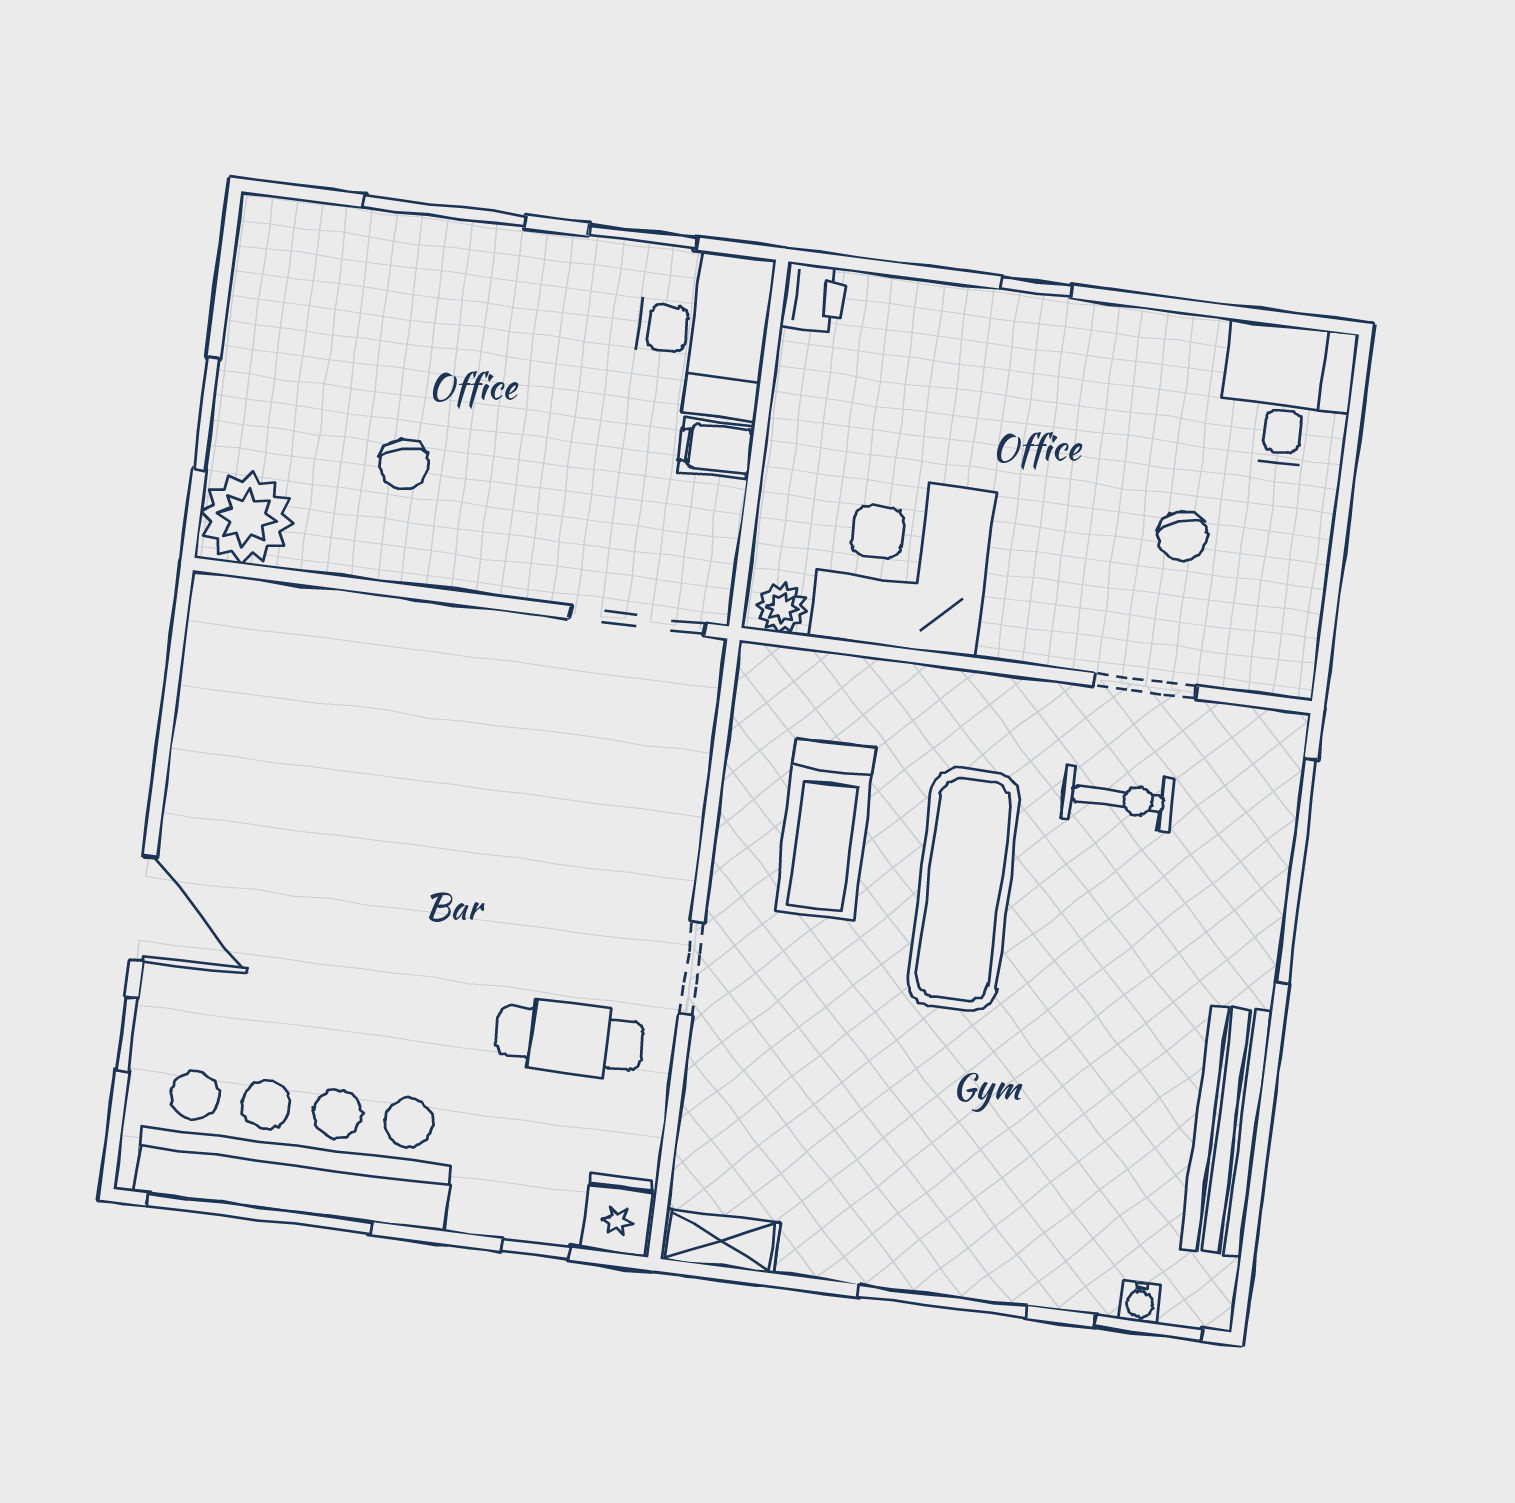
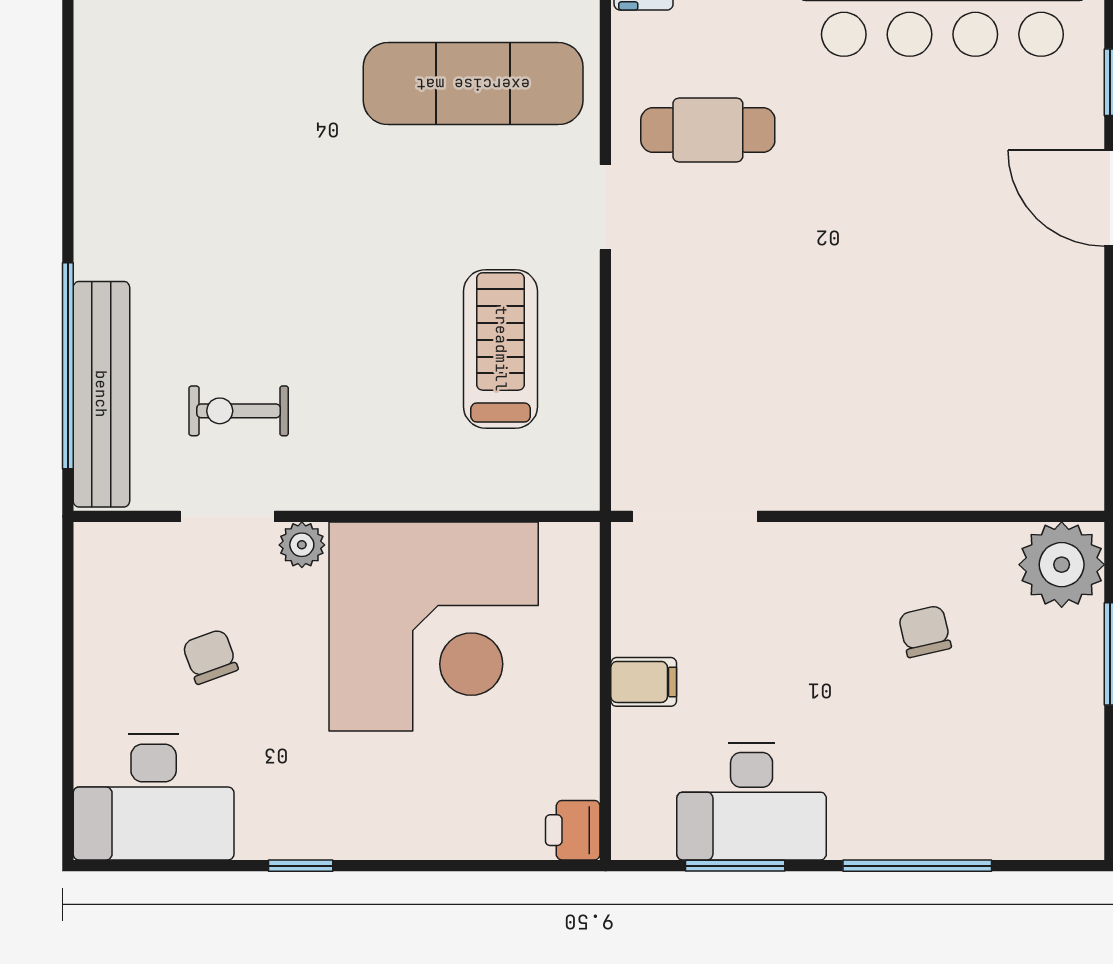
window: (1036, 287) -> (301, 866), moved
desk: (702, 333) -> (752, 801), moved, turned -90
desk: (1287, 395) -> (154, 797), width x1.37
corner desk: (902, 564) -> (434, 626), width x1.36, depth x1.36
plant: (782, 608) -> (302, 545), moved
exercise mat: (964, 890) -> (473, 84), moved, turned 90
bench: (1226, 1131) -> (101, 394), moved

